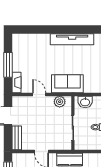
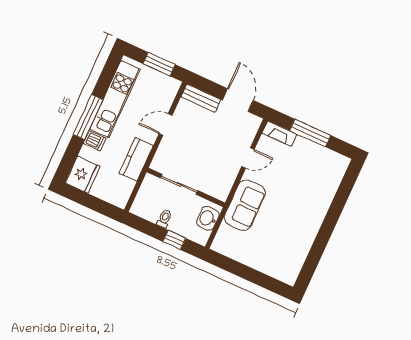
tv unit: (72, 39) -> (305, 240), removed
plant: (60, 102) -> (225, 182), removed

